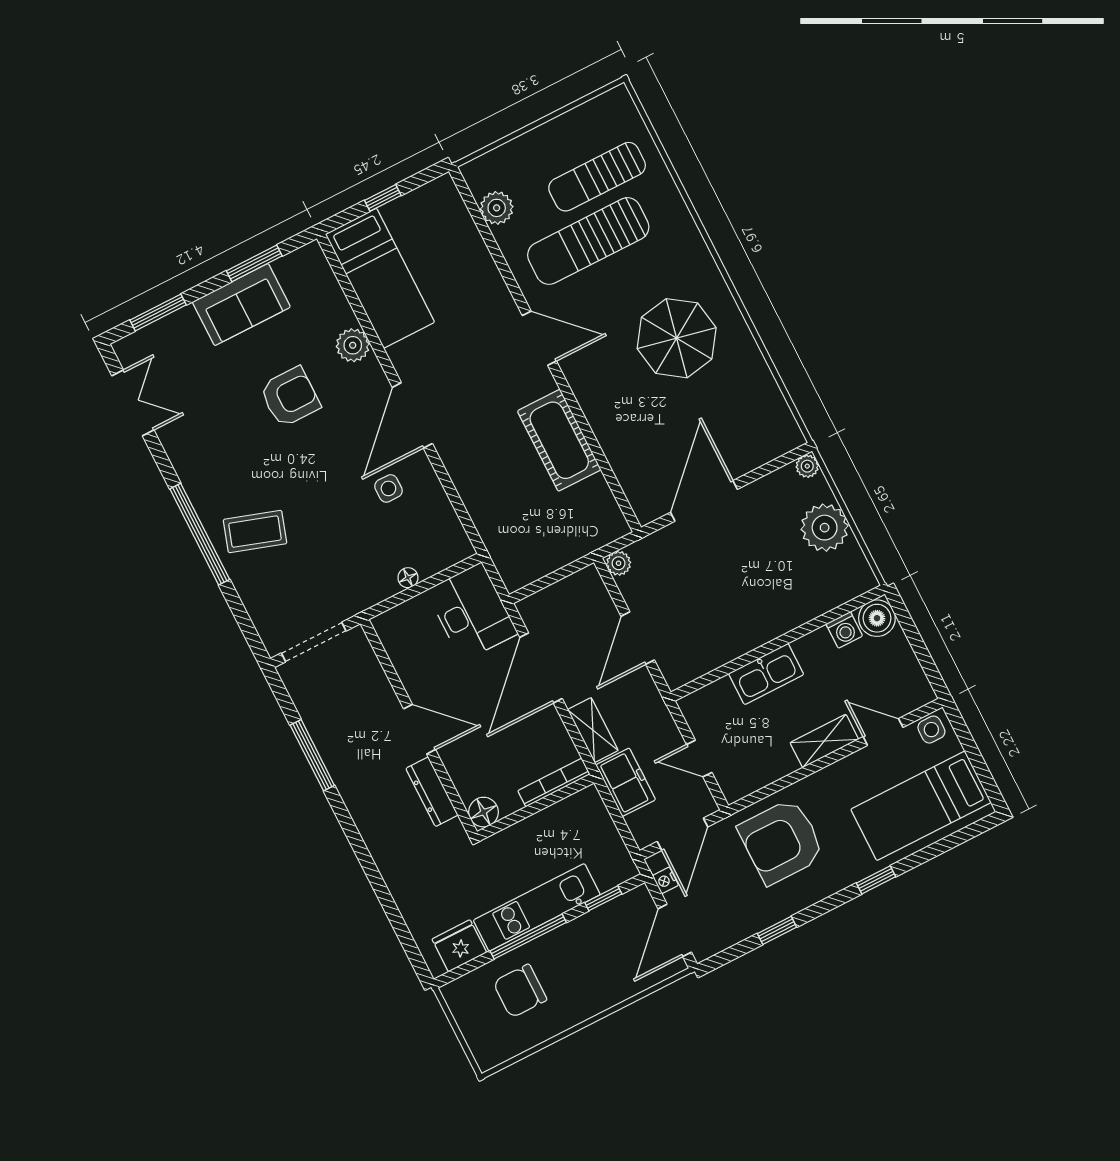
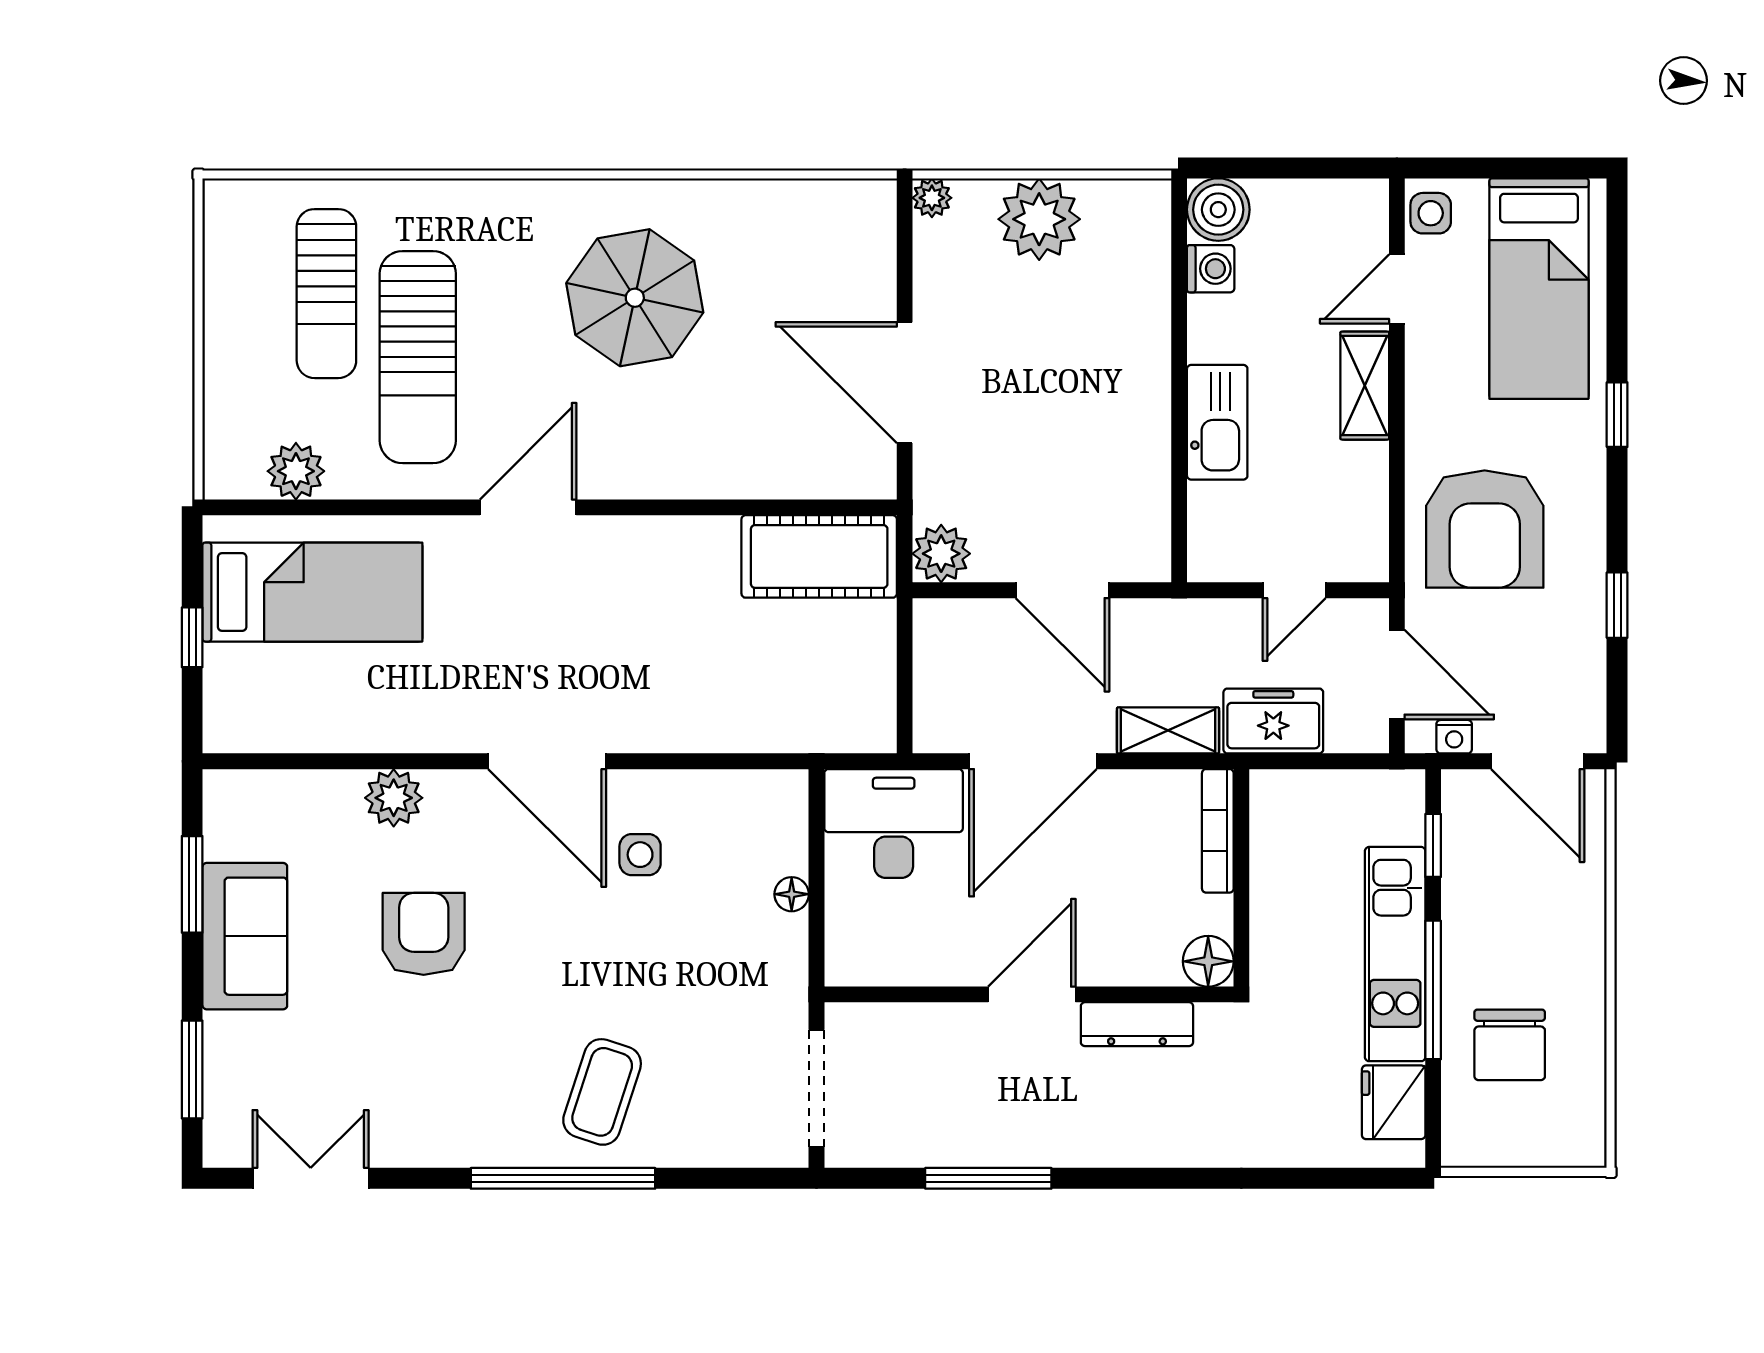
bed: (380, 278) -> (312, 592), moved
cot: (559, 440) -> (819, 556), moved
plant: (619, 563) -> (941, 554), width x1.38, depth x1.38
door: (541, 668) -> (1033, 761), hinge flipped

